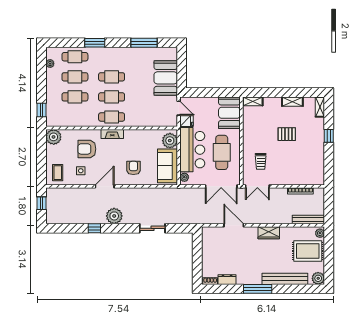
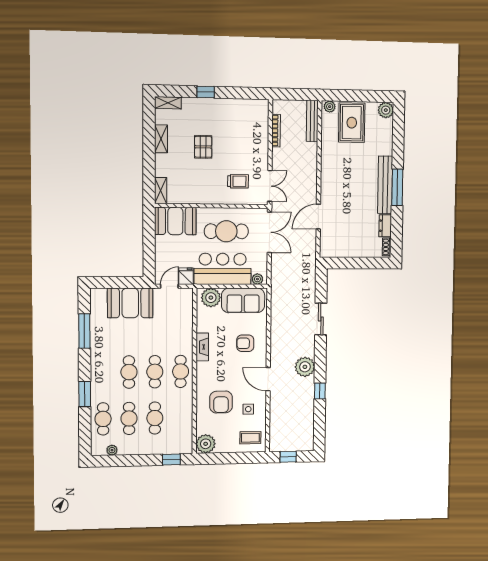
fireplace: (112, 134) -> (202, 347), moved
wardrobe: (269, 233) -> (328, 172), removed
bench: (285, 279) -> (385, 185), moved

